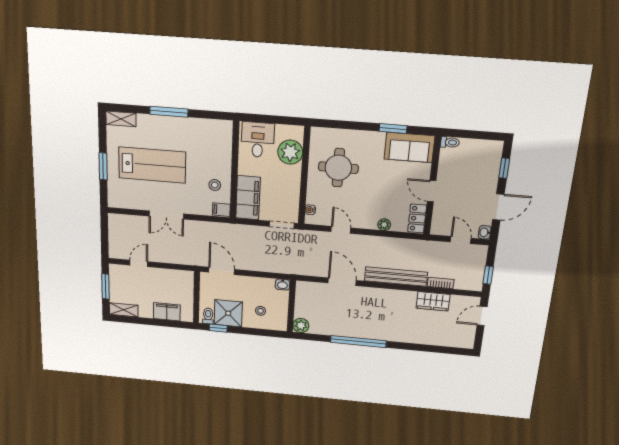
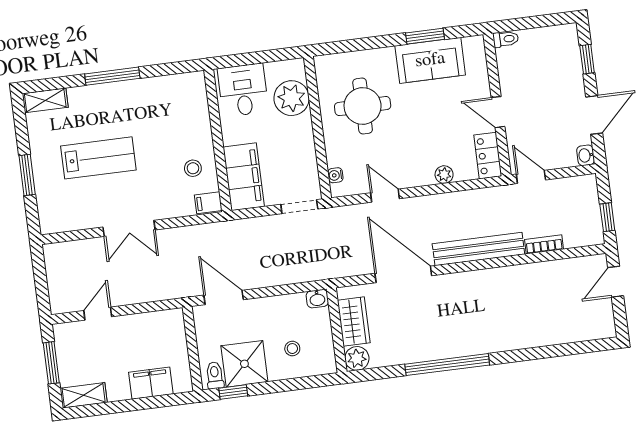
sofa: (409, 147) -> (430, 60), moved
lab bench: (152, 165) -> (98, 158), width x0.73, depth x0.72
door: (461, 240) -> (531, 177), moved
door: (342, 282) -> (403, 274), width x1.36
wardrobe: (433, 301) -> (354, 321), moved, turned -90

